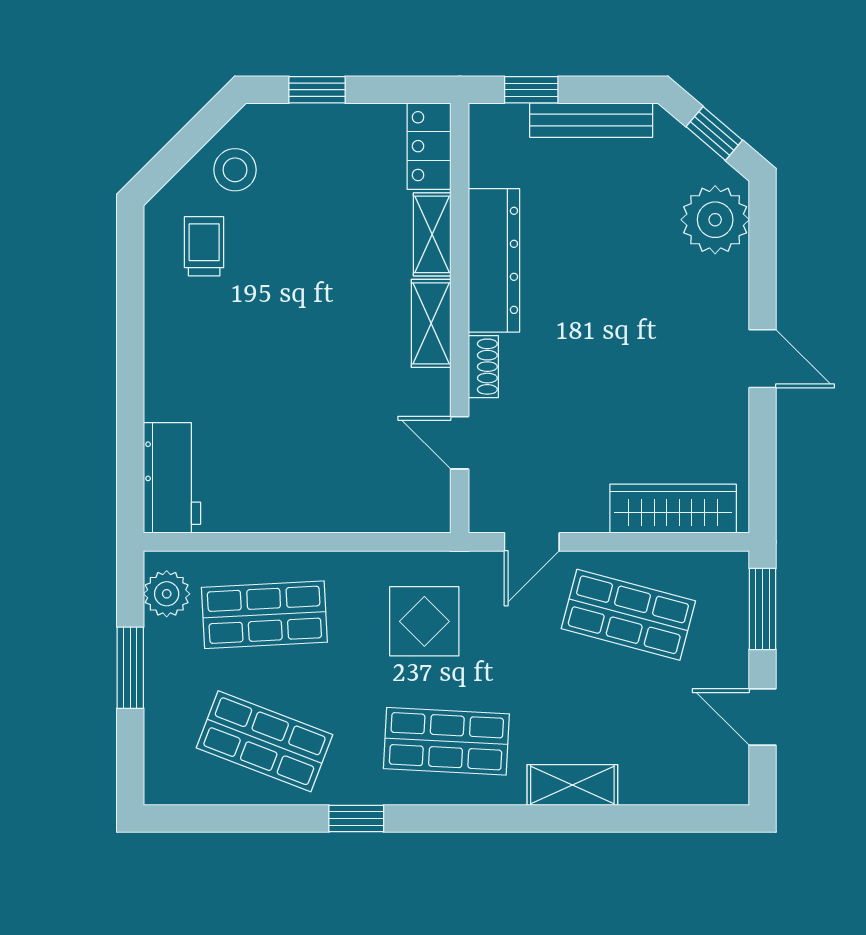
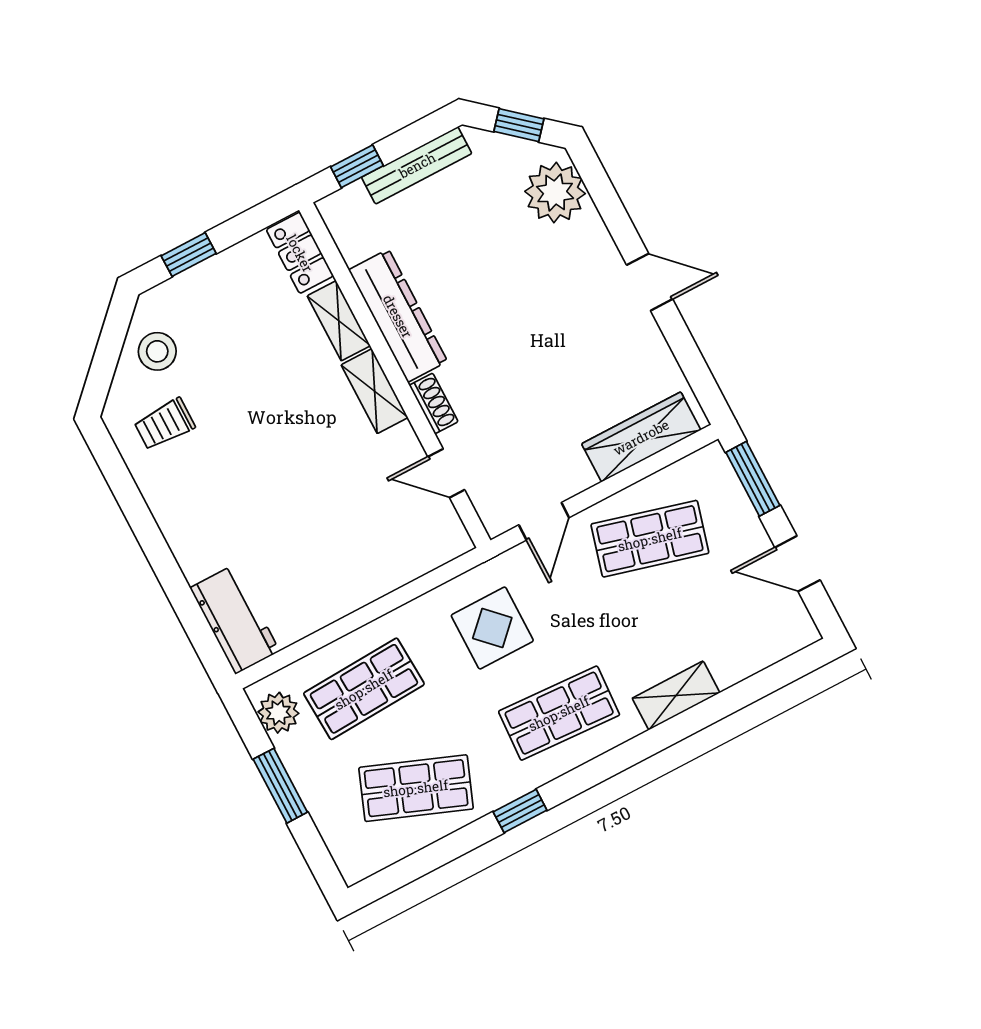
trolley: (204, 246) -> (165, 424), turned -90

